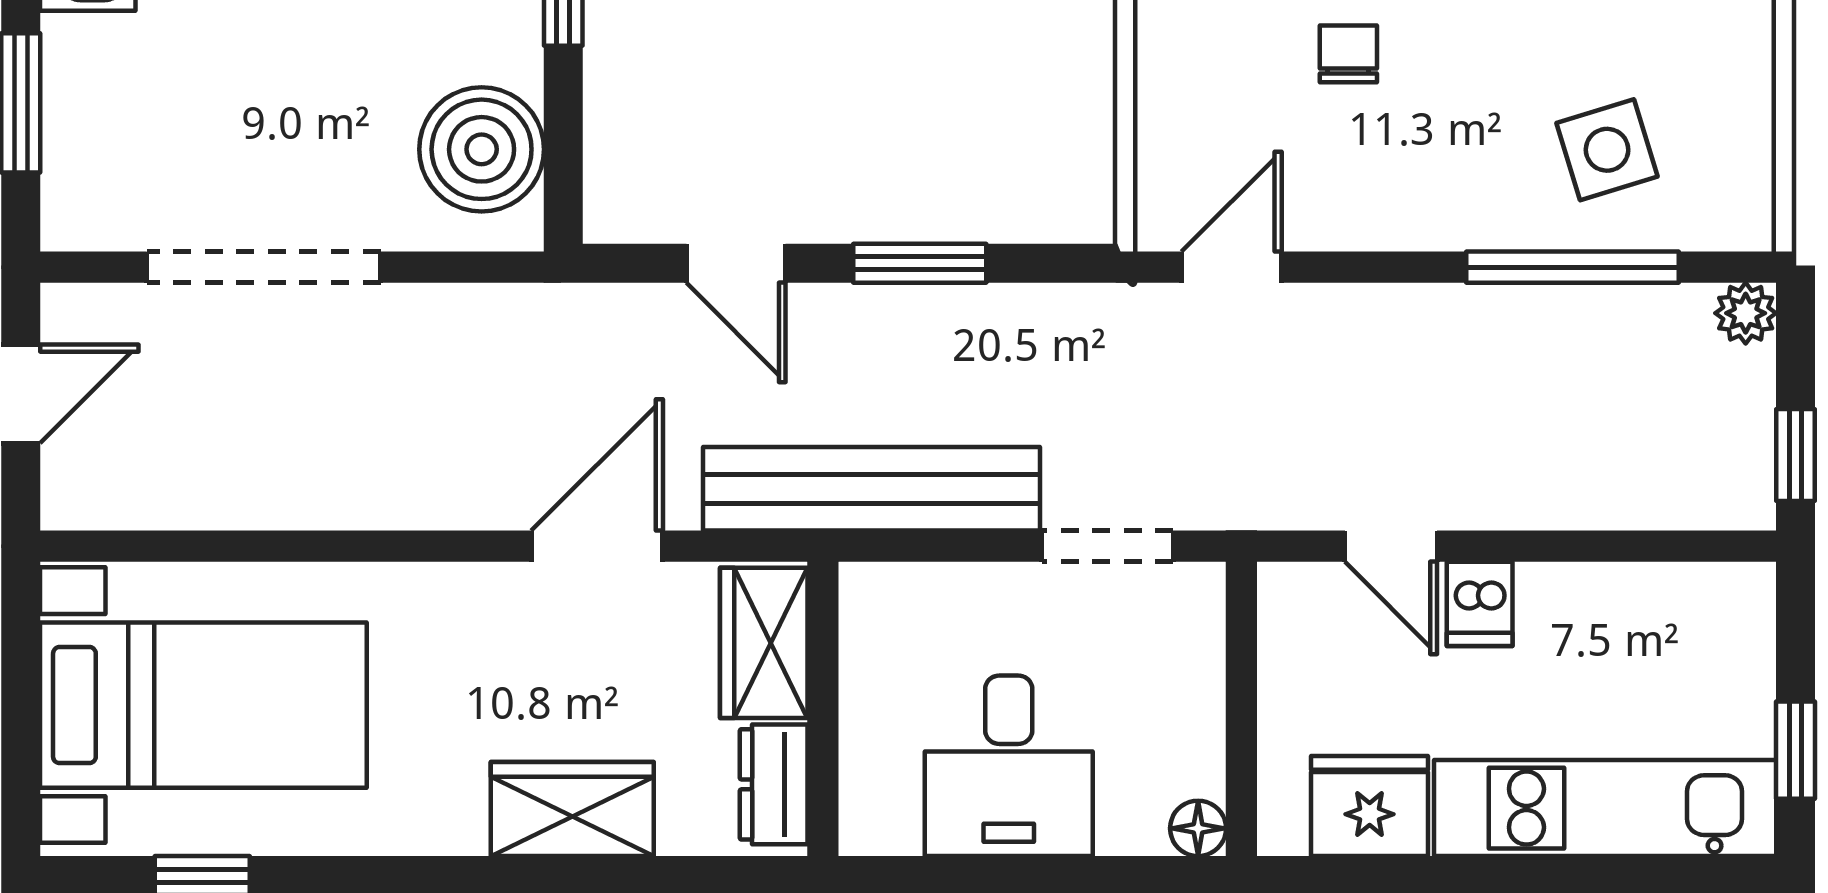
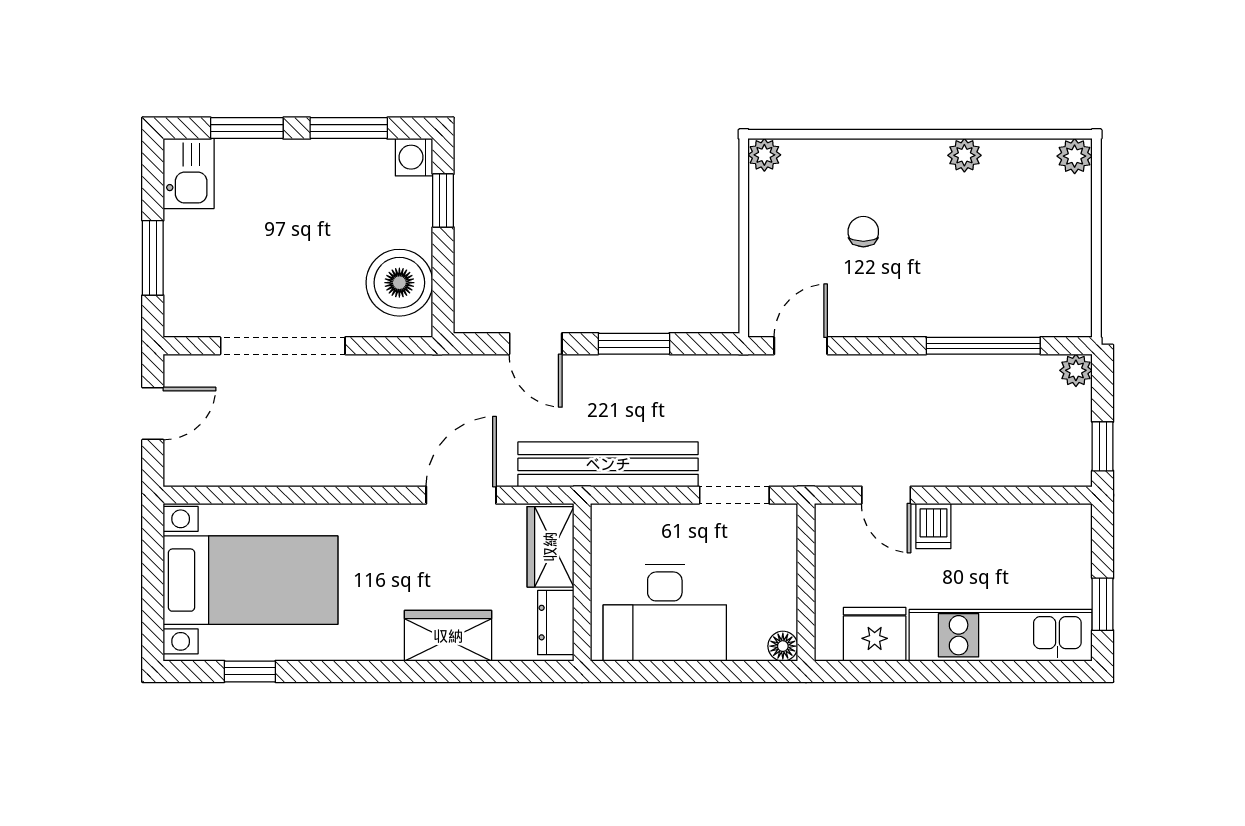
side table: (1607, 150) -> (1002, 283), removed
desk: (1009, 766) -> (665, 613), width x1.37

